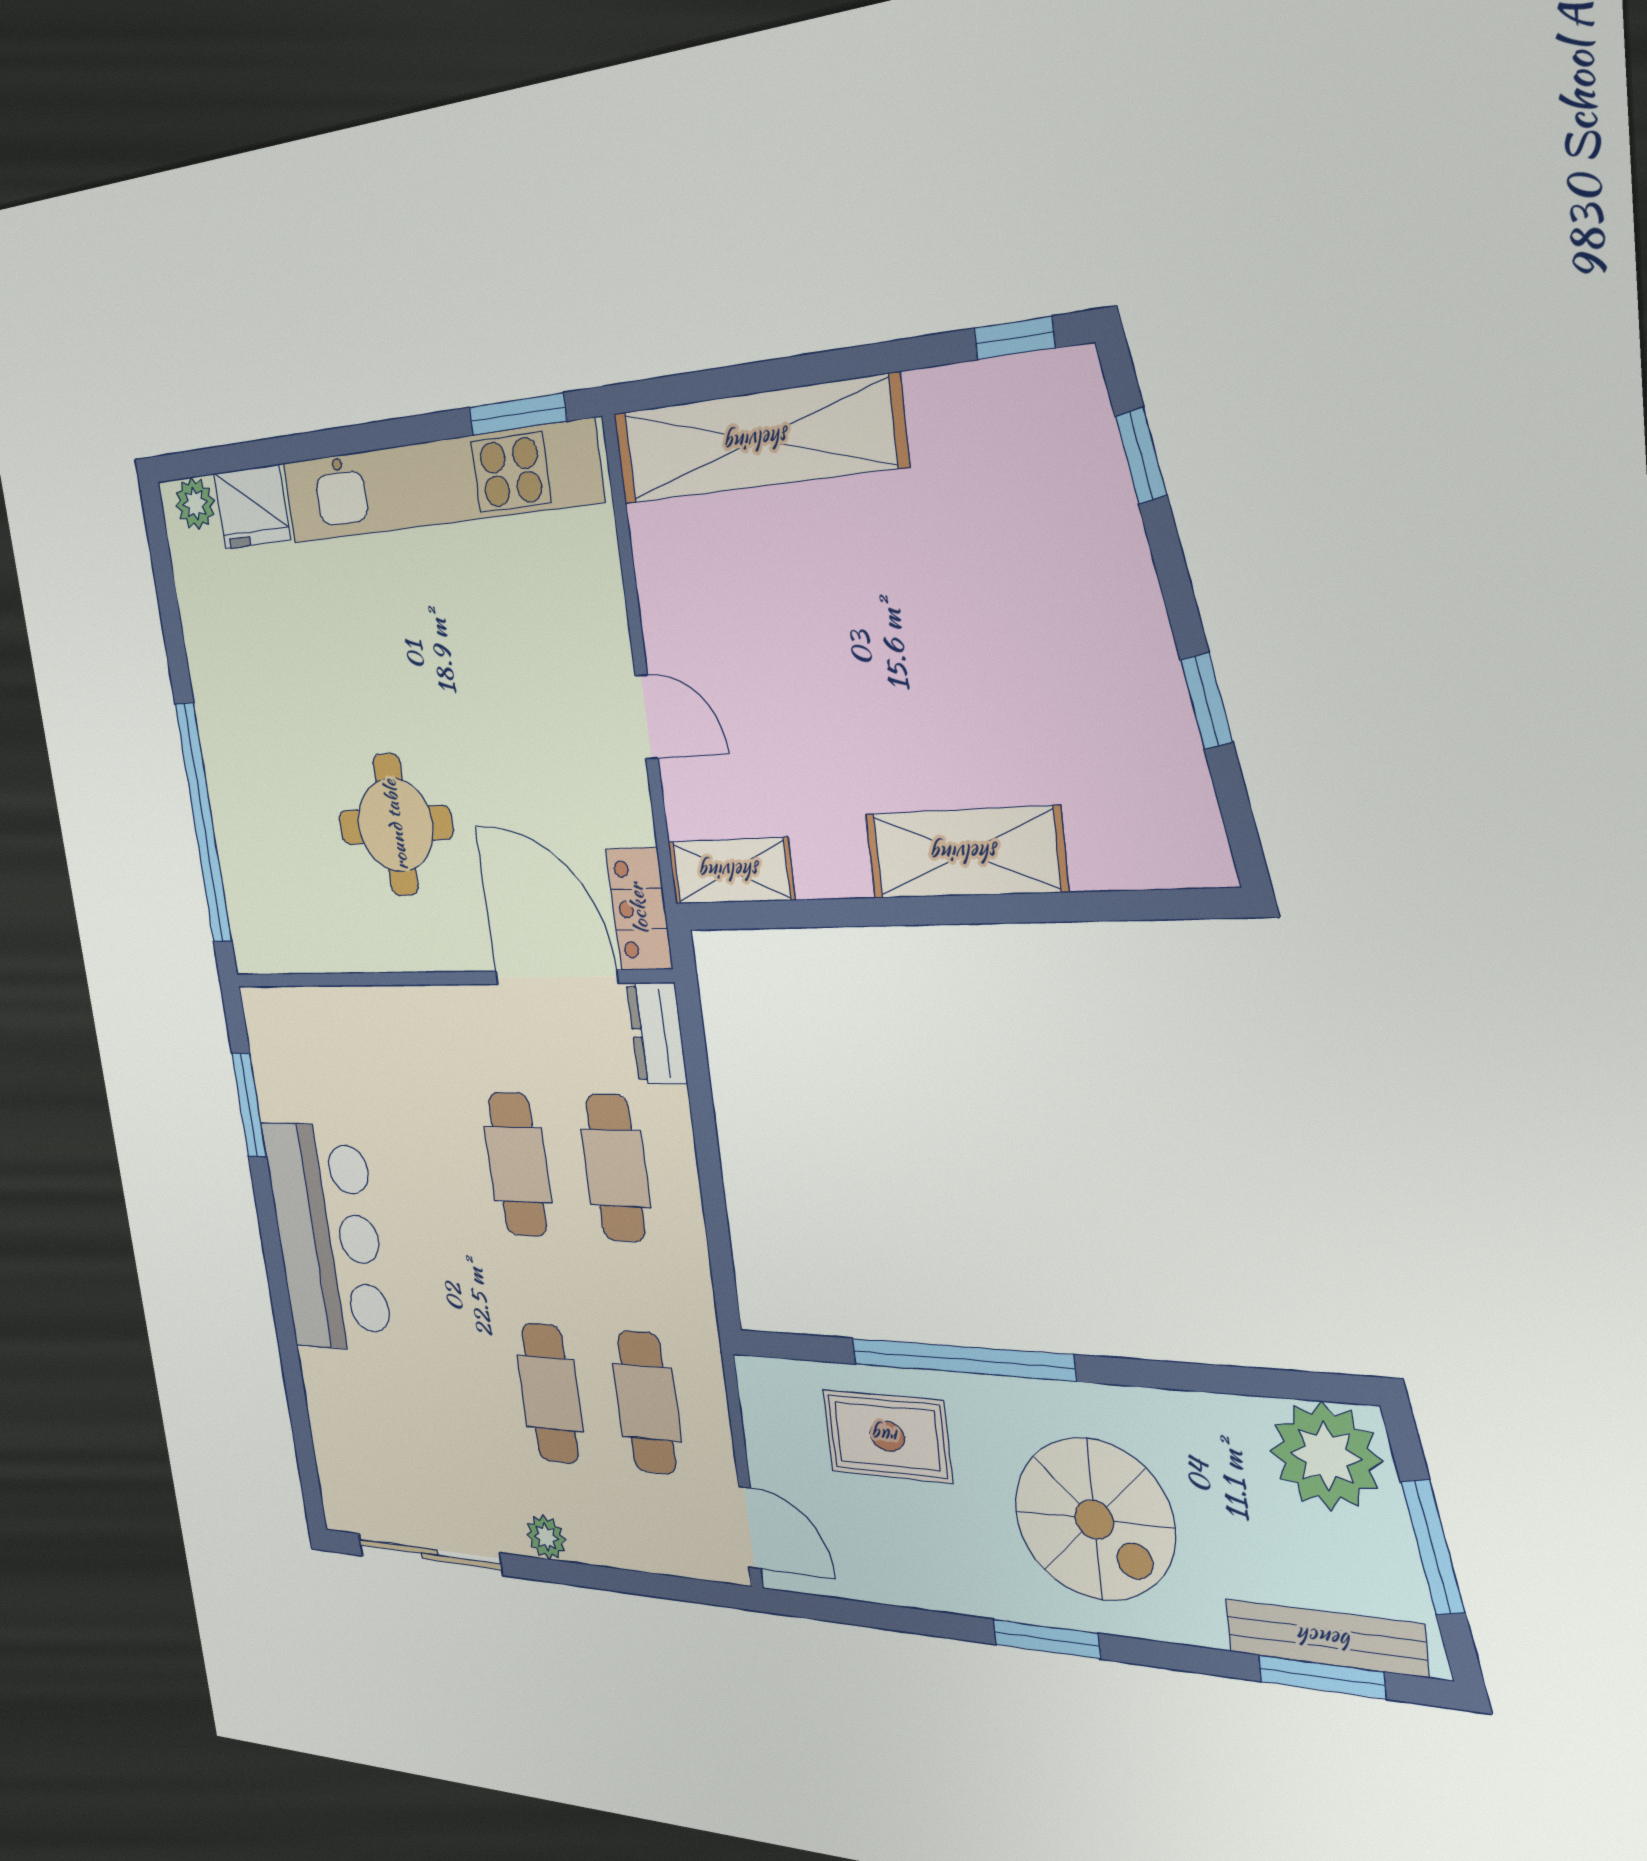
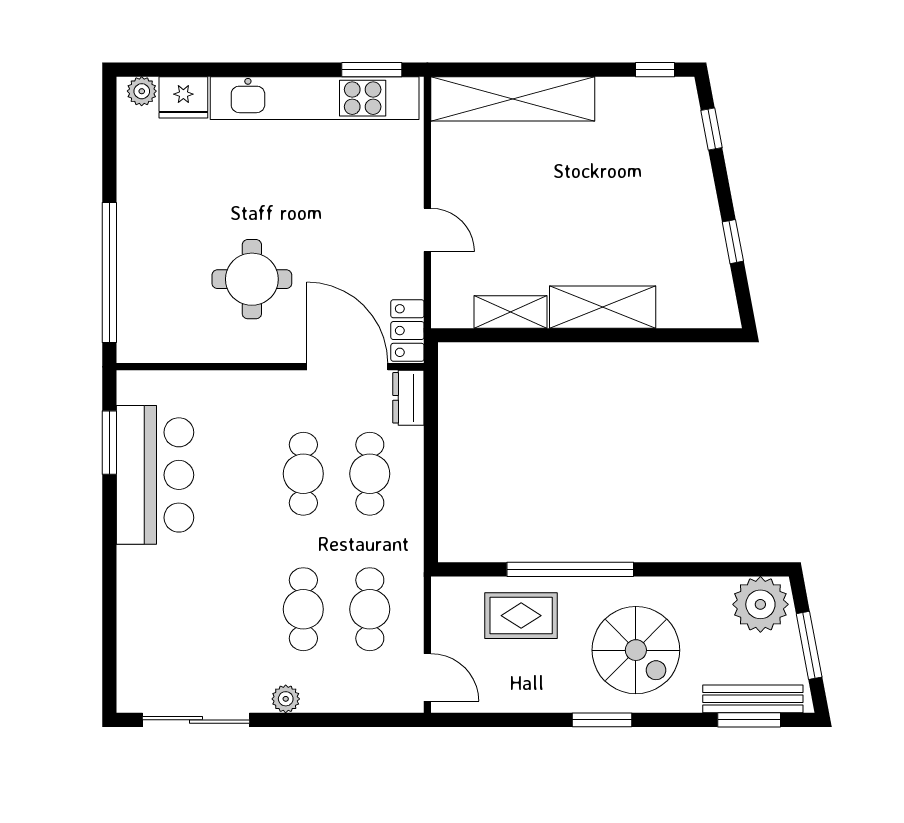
shelving: (731, 871) -> (511, 312), moved
bar counter: (328, 1238) -> (155, 475), moved

